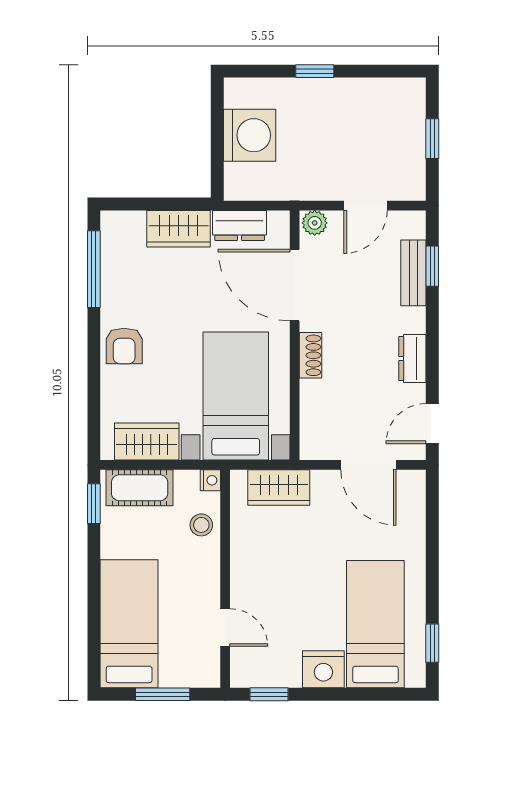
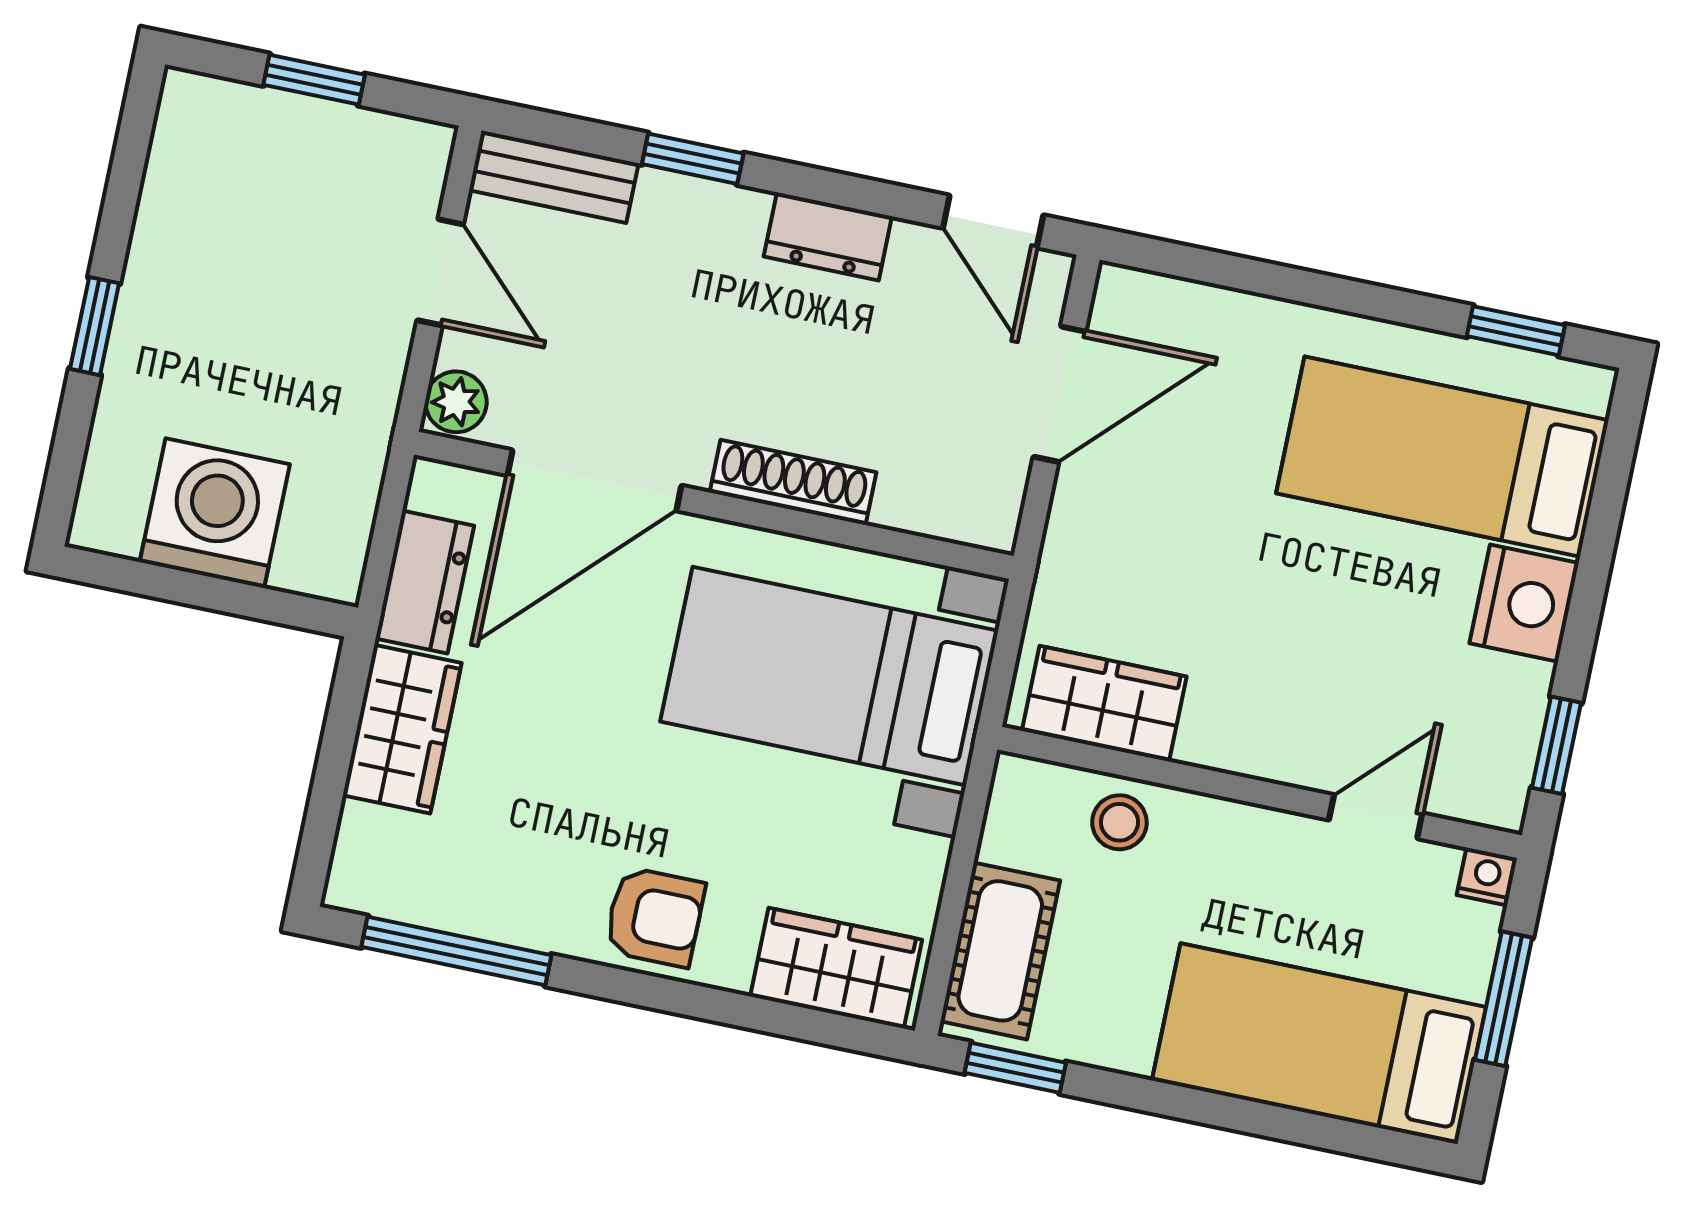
window: (432, 266) -> (693, 159), moved
bench: (413, 273) -> (554, 177), moved
shoe rack: (311, 355) -> (793, 482), width x1.43
wardrobe: (147, 441) -> (836, 968), moved, turned 90
nightstand: (210, 480) -> (1487, 877), moved
wardrobe: (279, 488) -> (1104, 704), moved, turned -90

